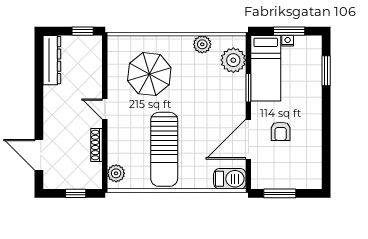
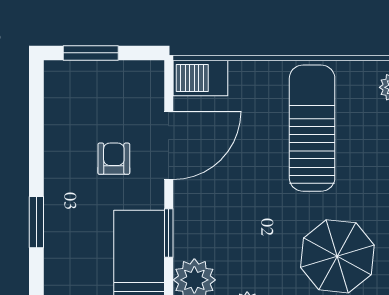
window: (326, 71) -> (36, 222), moved
window: (280, 193) -> (91, 53), moved

